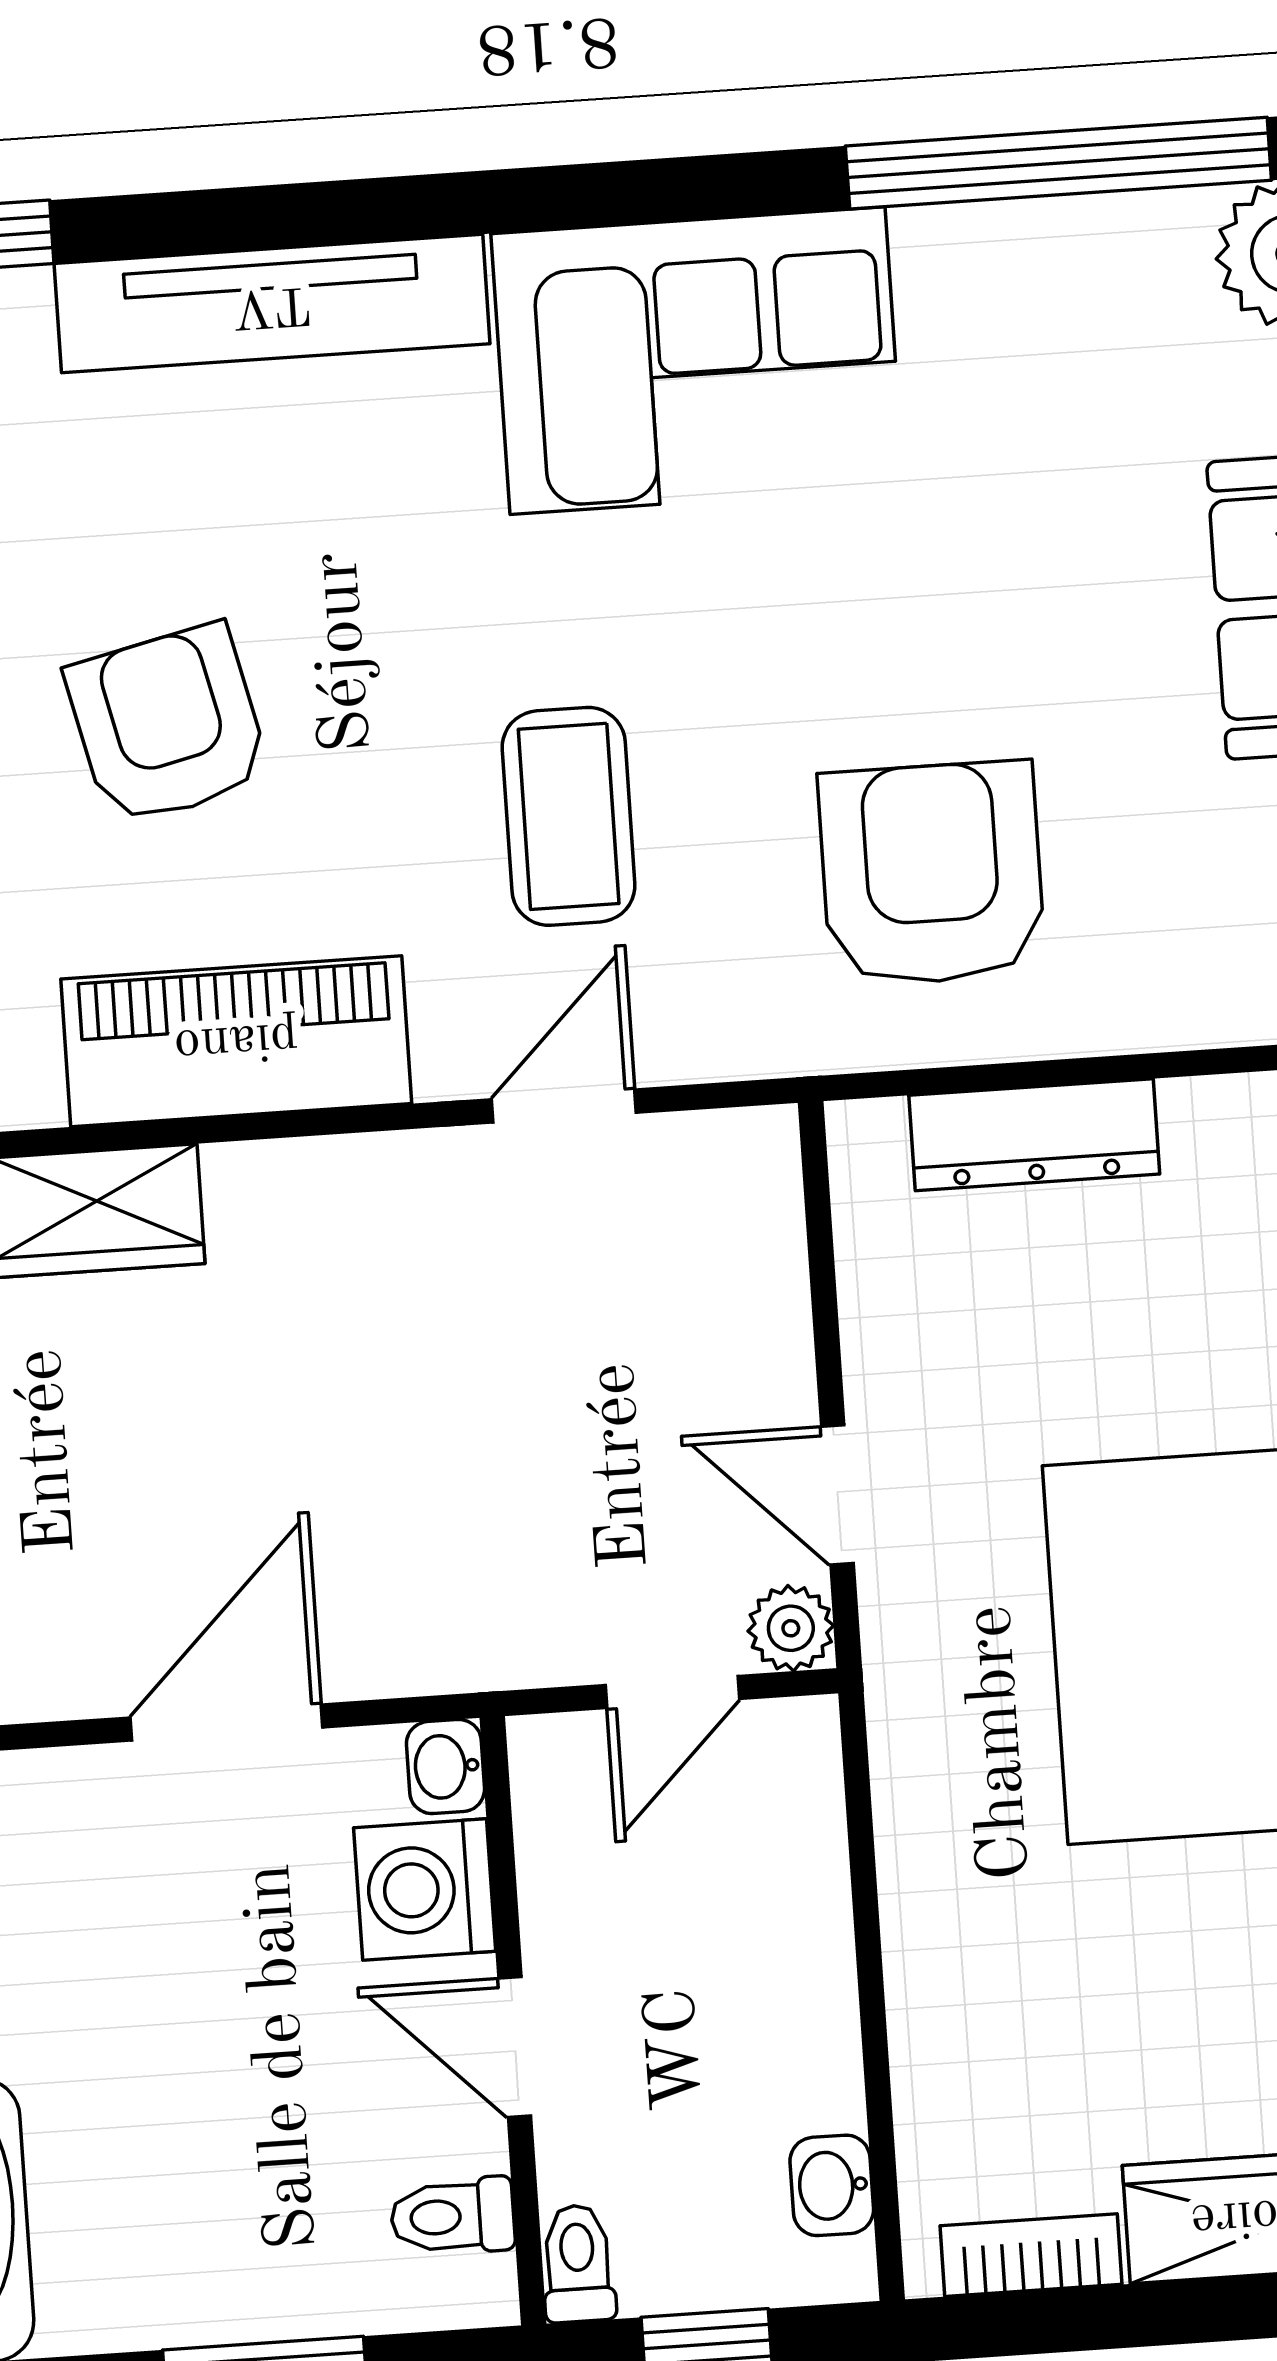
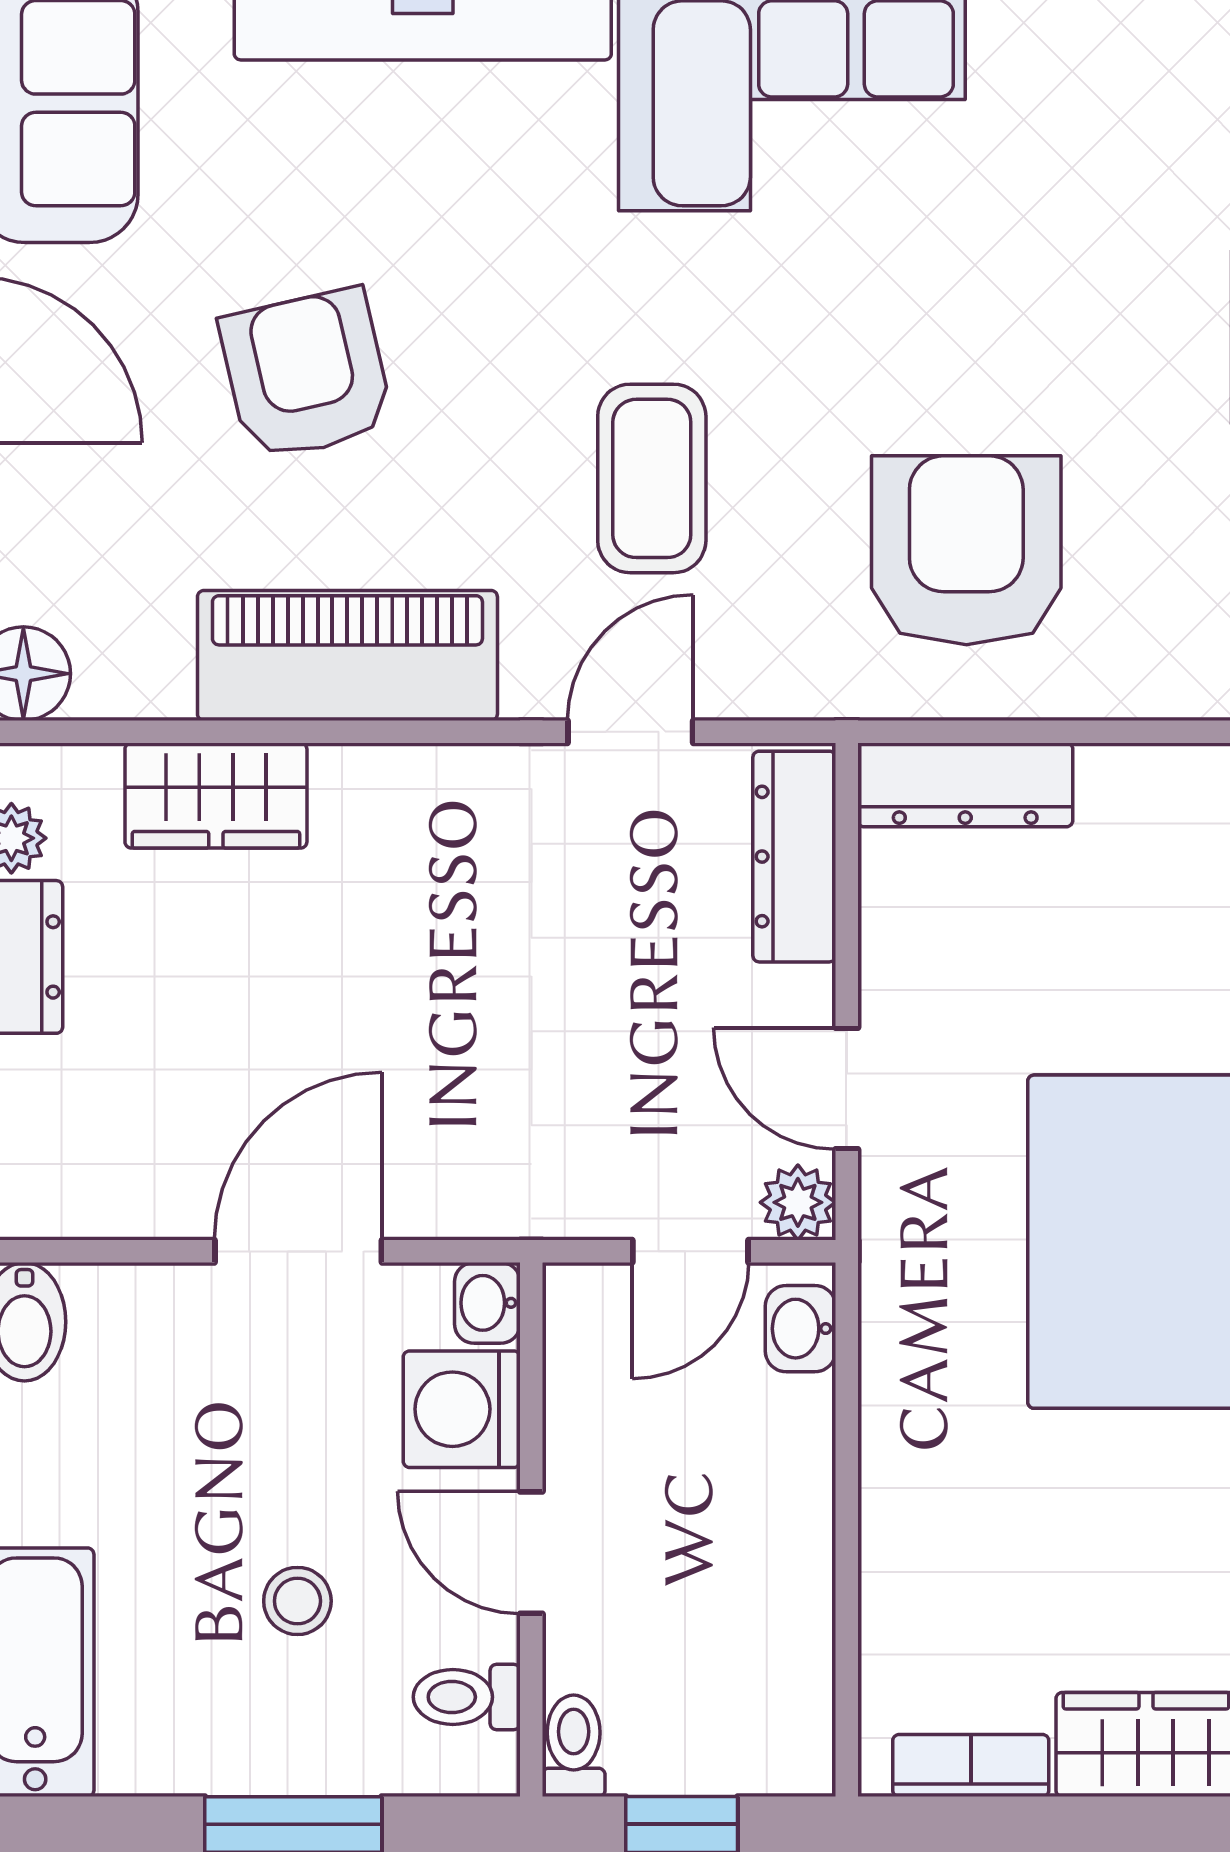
dresser: (1034, 1135) -> (965, 785), moved
dresser: (760, 1235) -> (794, 857), added
stool: (253, 2120) -> (297, 1601), added
washbasin: (832, 2185) -> (801, 1329), moved

